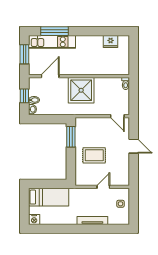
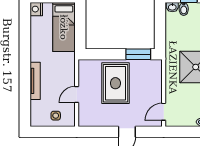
rug: (94, 155) -> (115, 83), width x1.36, depth x1.43
door: (103, 187) -> (77, 95), swing flipped

